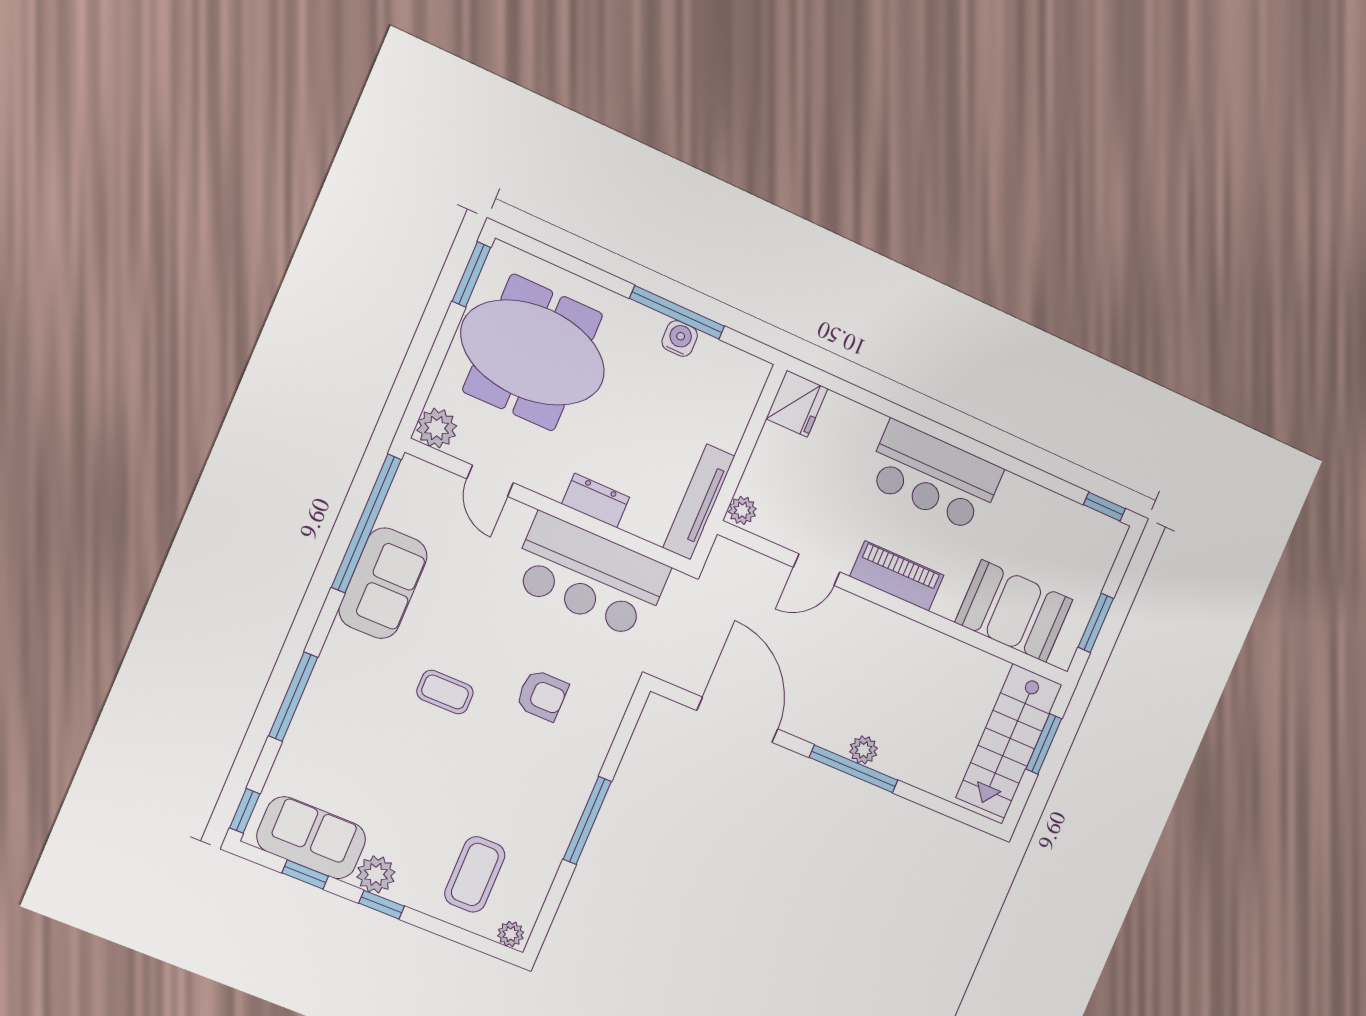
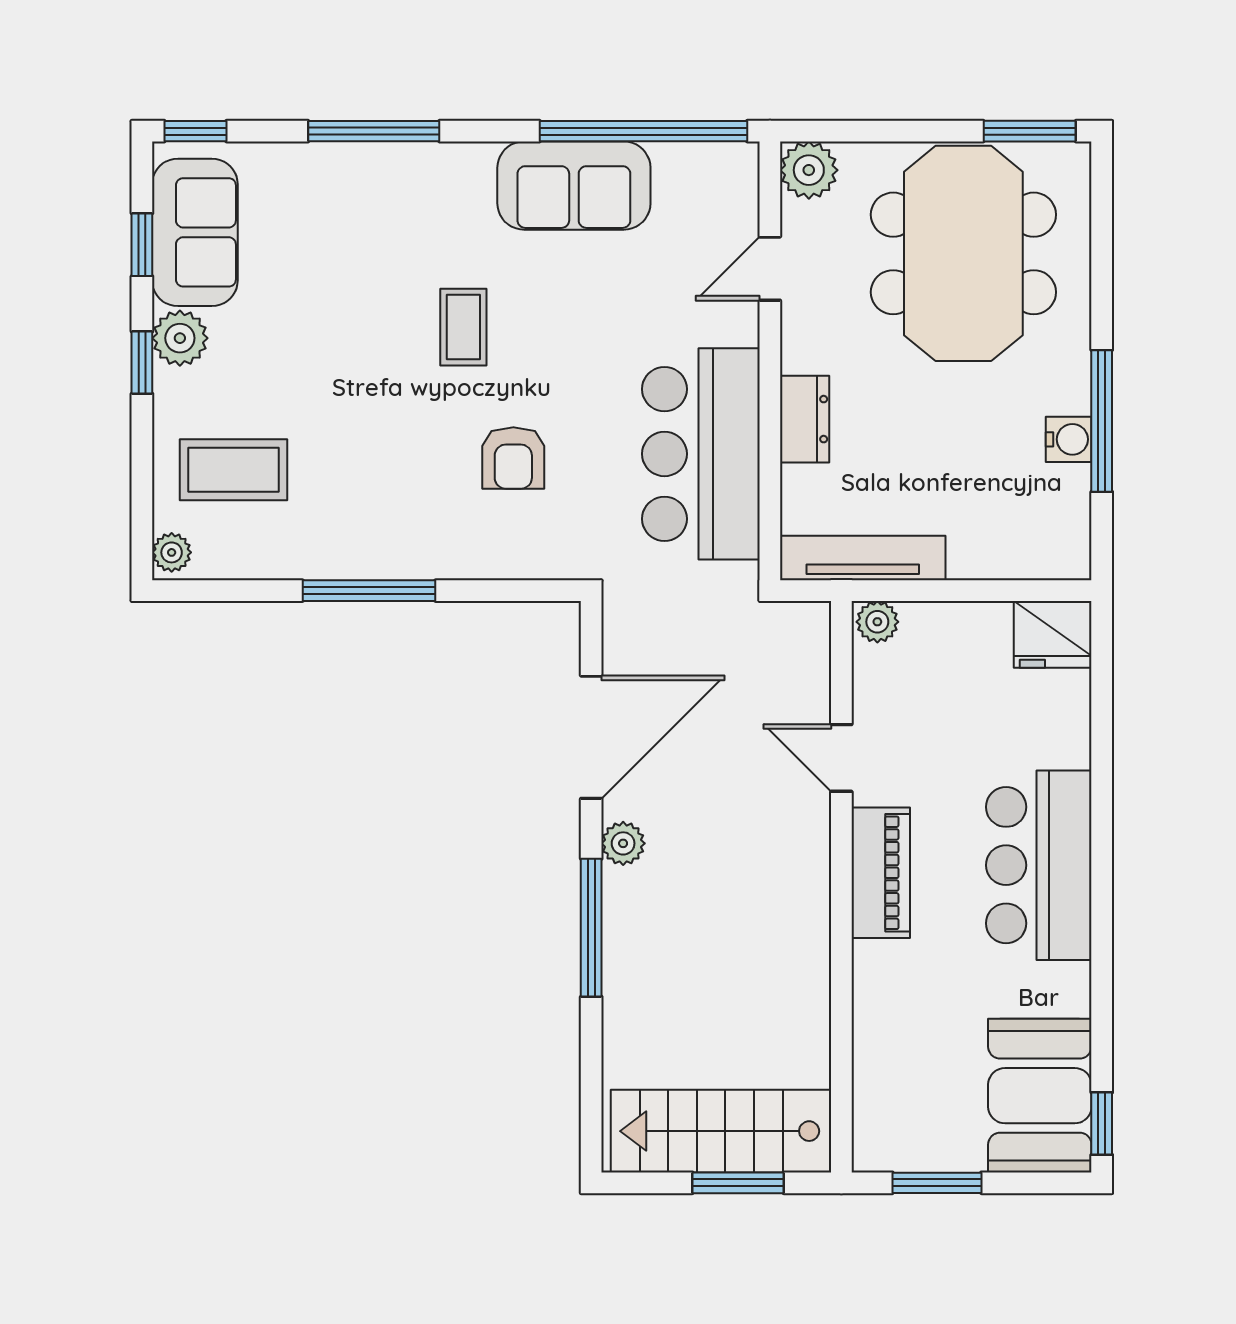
booth: (1014, 611) -> (1040, 1096), moved
plant: (864, 750) -> (623, 843), moved

